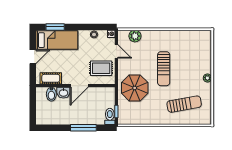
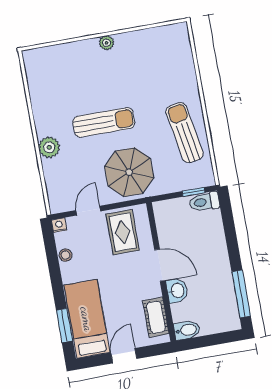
plant: (135, 36) -> (49, 147), moved
door: (33, 57) -> (124, 356), hinge flipped
parasol: (135, 88) -> (129, 172), moved
bidet: (51, 94) -> (187, 330), moved
sun lounger: (184, 104) -> (185, 133), moved
window: (83, 128) -> (241, 294), moved

